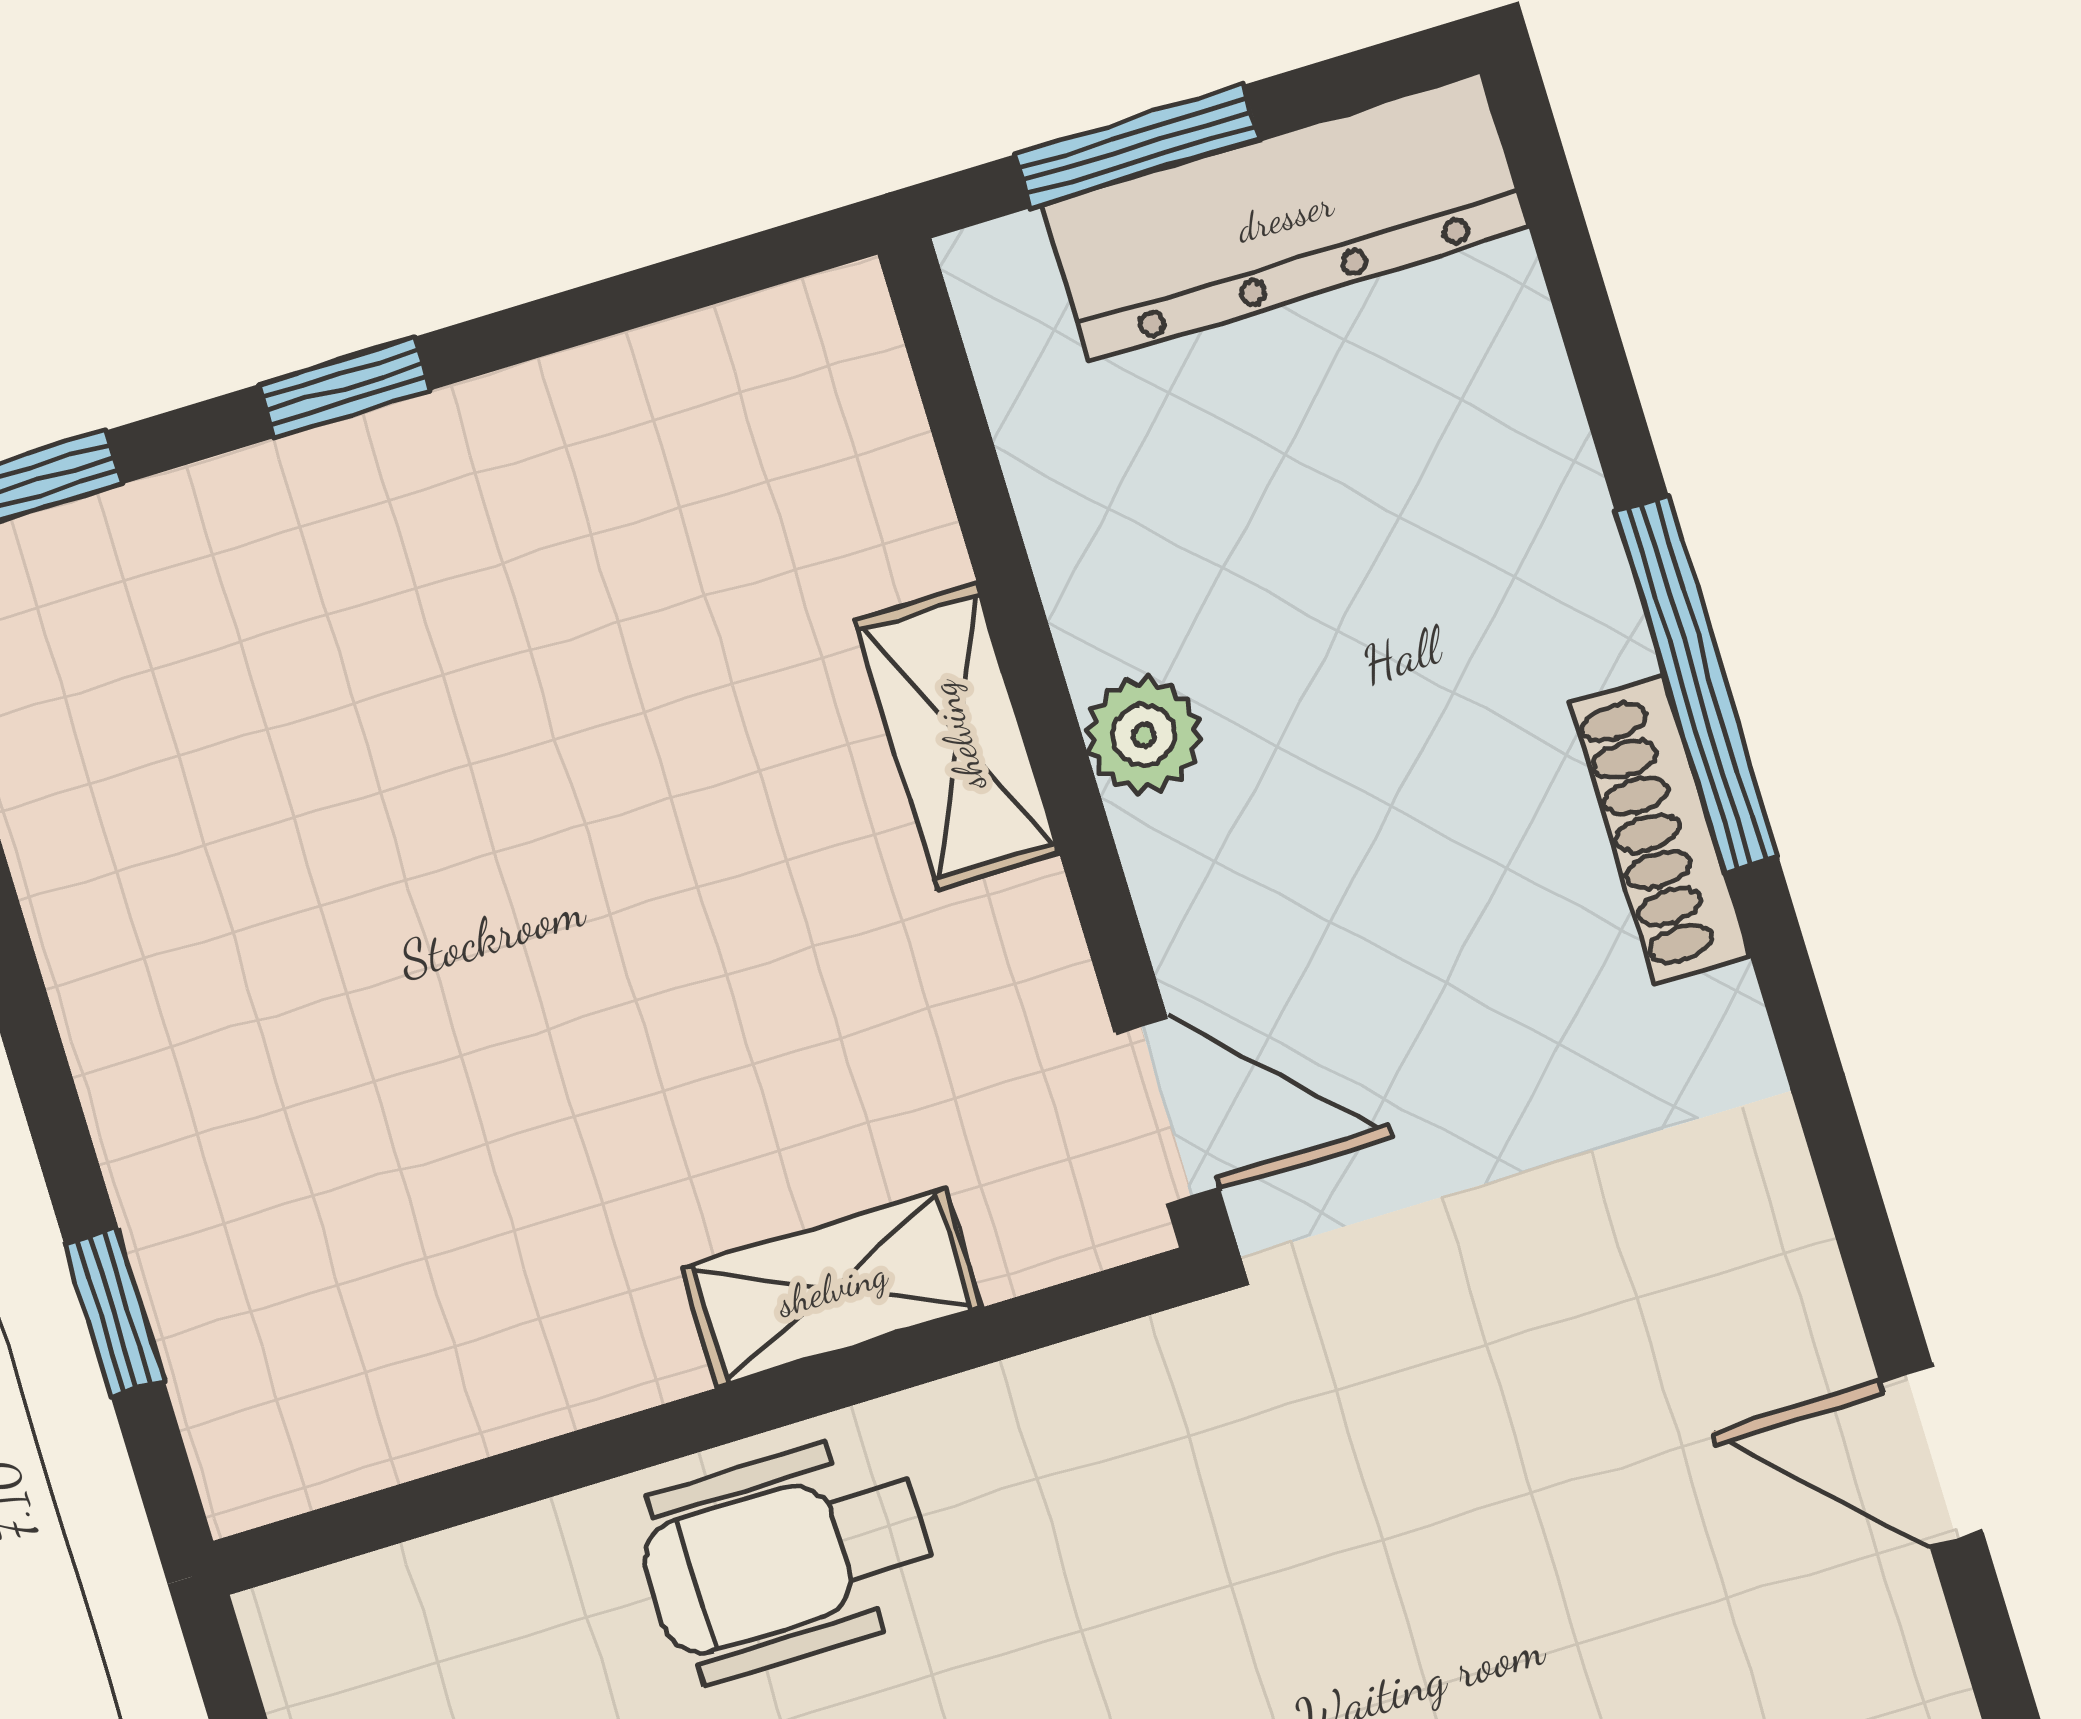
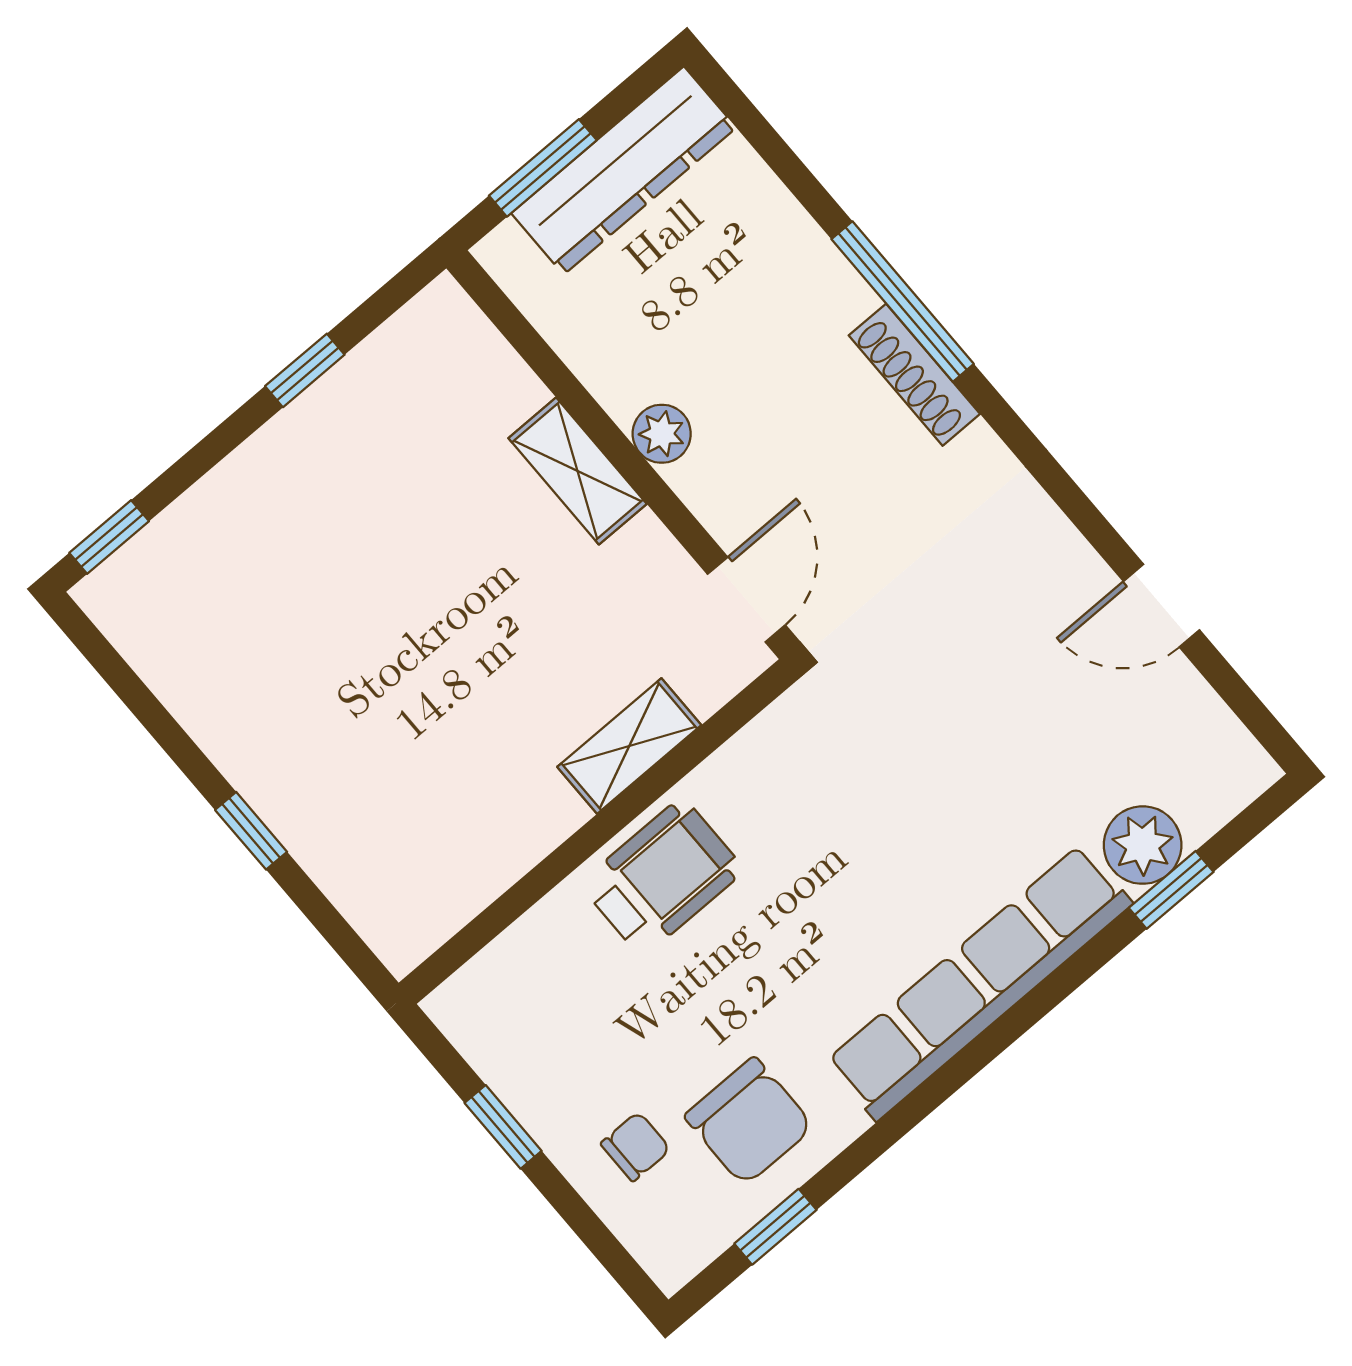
window: (345, 387) -> (305, 370), moved
door: (1167, 1111) -> (746, 600), hinge flipped
window: (114, 1312) -> (251, 831), moved
wheelchair: (787, 1557) -> (662, 877), turned 180

